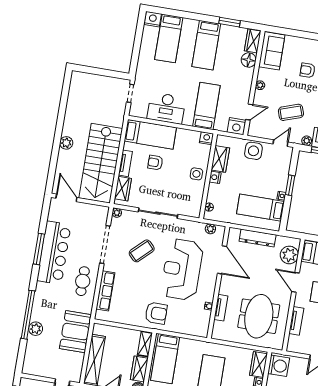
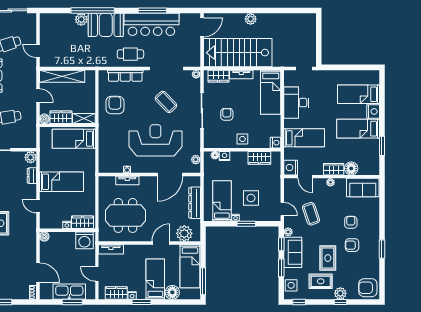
nightstand: (153, 19) -> (373, 111), moved
wardrobe: (253, 41) -> (334, 169), moved
side table: (253, 151) -> (251, 198), moved
armchair: (155, 163) -> (227, 114), moved
nightstand: (215, 177) -> (225, 156), moved
armchair: (156, 313) -> (115, 105), moved, turned 180
tv unit: (296, 321) -> (111, 249), moved
booth: (75, 332) -> (106, 25), moved

